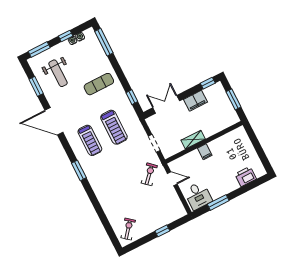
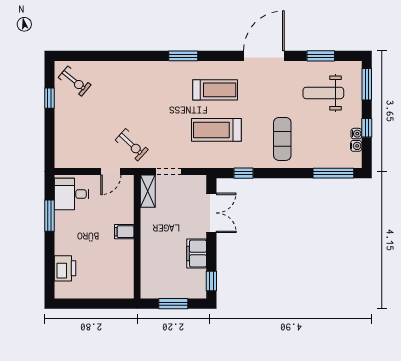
treadmill: (90, 140) -> (215, 90), turned 180
shelving: (193, 140) -> (148, 191), moved
window: (162, 231) -> (50, 98), moved

